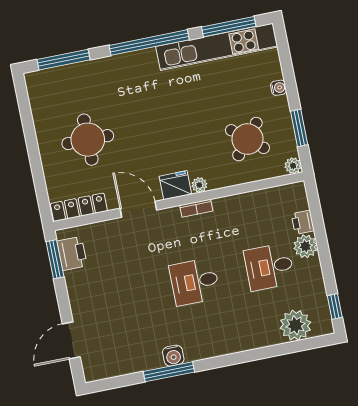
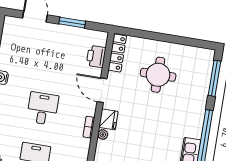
door: (138, 209) -> (102, 90), swing flipped
printer: (72, 253) -> (96, 56), moved, turned 90
window: (55, 259) -> (72, 23), moved

